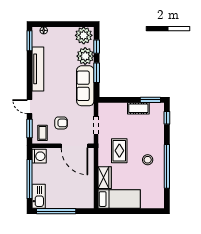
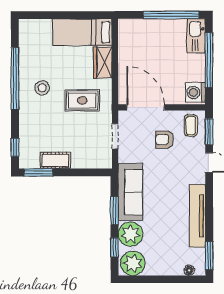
rug: (119, 151) -> (82, 100), turned 90

